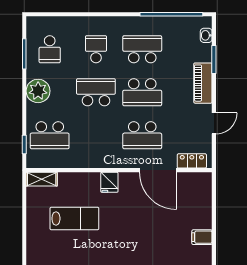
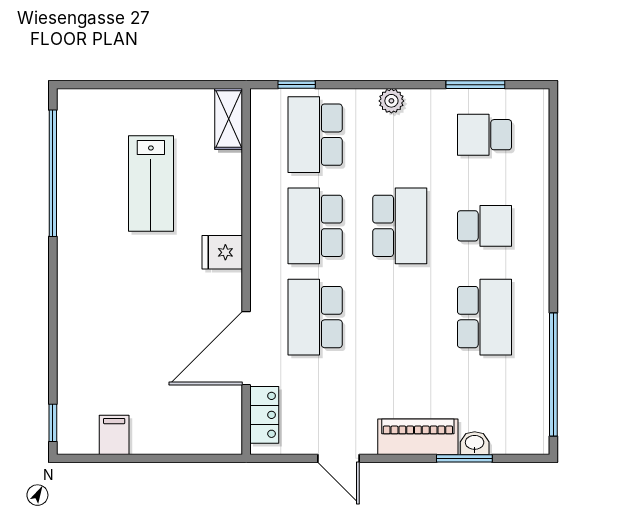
washbasin: (206, 35) -> (475, 443), moved
plant: (38, 91) -> (391, 101), width x0.53, depth x0.53
school desk: (142, 92) -> (315, 226), moved

